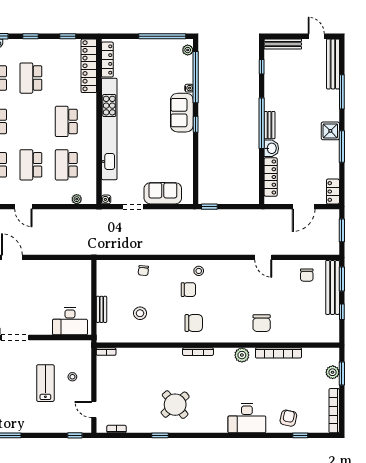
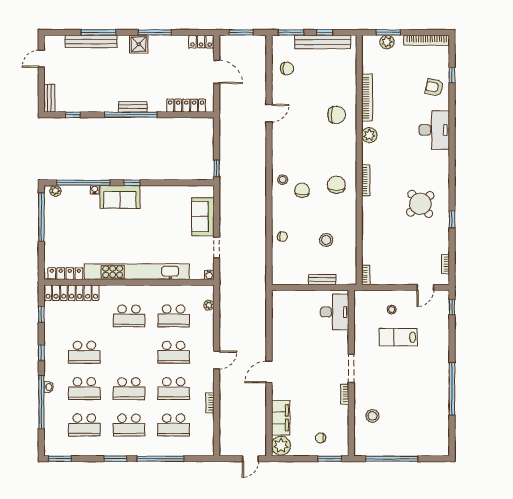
bench: (283, 44) -> (49, 98), width x0.73
bench: (333, 64) -> (91, 41), moved
washbasin: (271, 148) -> (157, 105), removed
bench: (333, 287) -> (323, 42), moved

